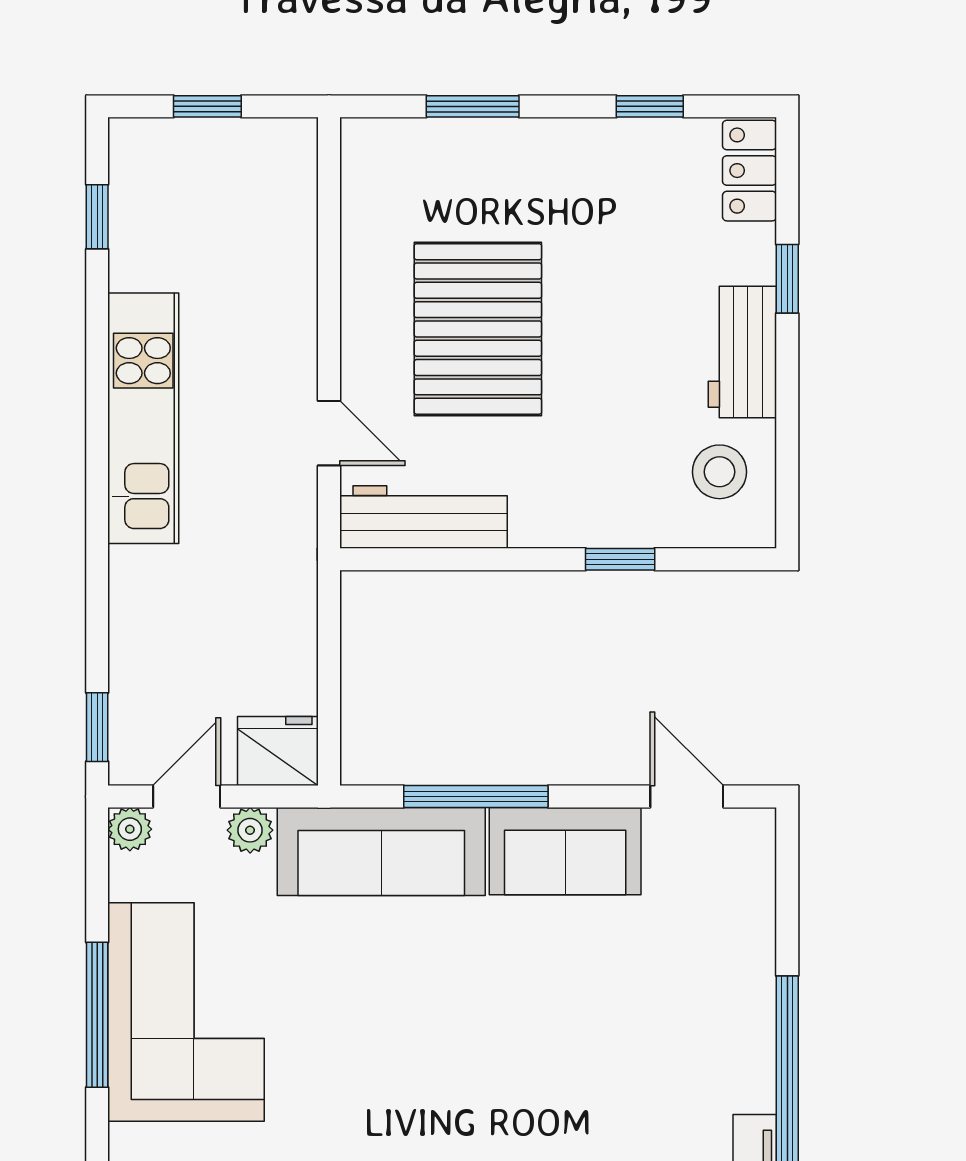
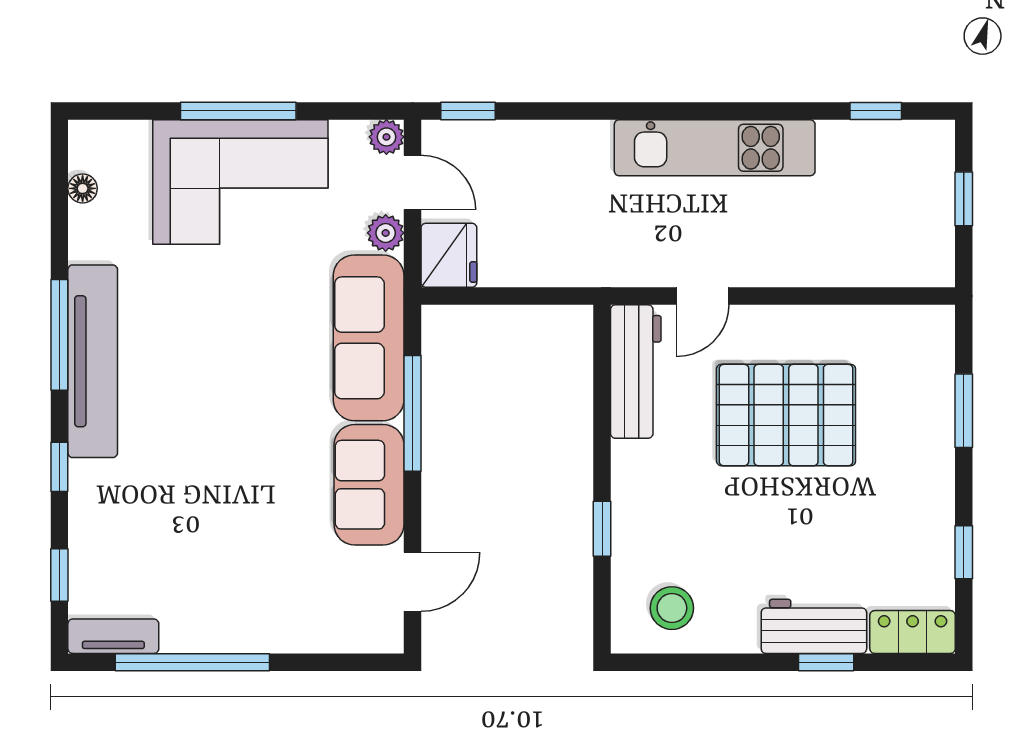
workbench: (742, 352) -> (814, 626), moved

